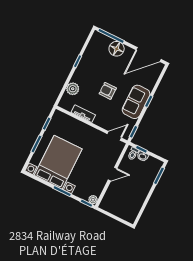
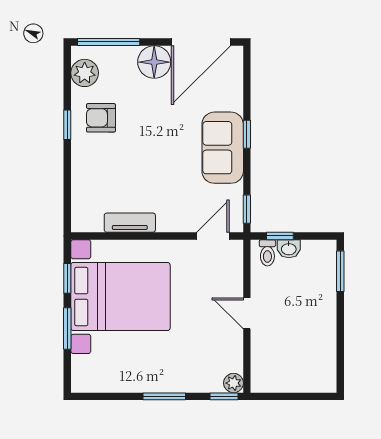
floor lamp: (117, 49) -> (154, 62), moved
plant: (73, 89) -> (85, 73), moved
armchair: (108, 91) -> (101, 118), moved
bed with nightstands: (58, 162) -> (120, 297), moved, turned 90
door: (112, 174) -> (247, 313), swing flipped

